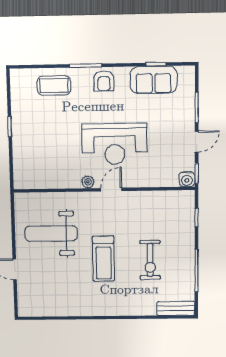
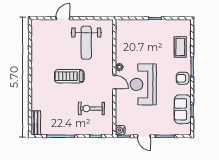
weight bench: (51, 234) -> (86, 43), turned 180
exercise bike: (150, 260) -> (91, 108), moved

